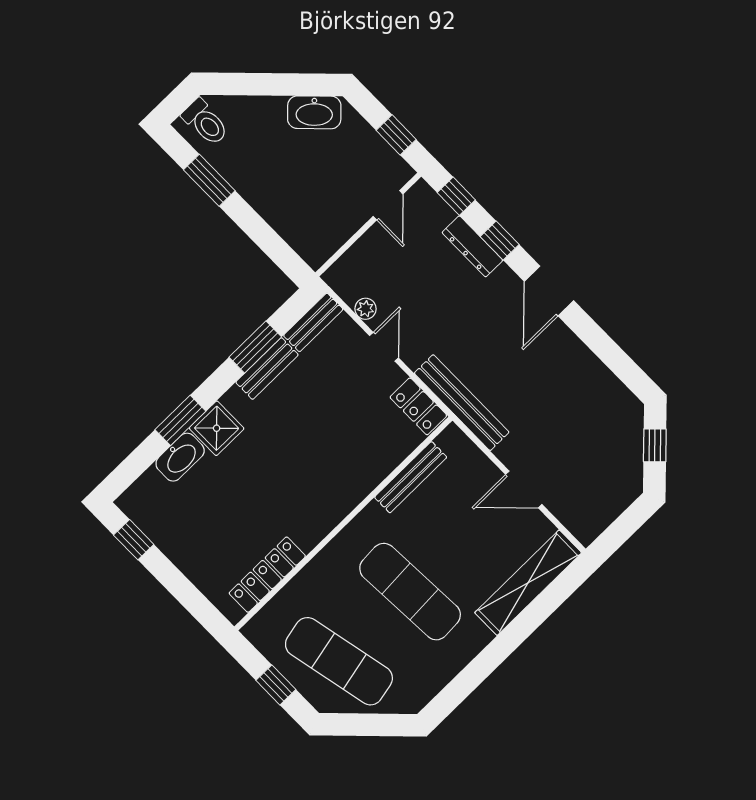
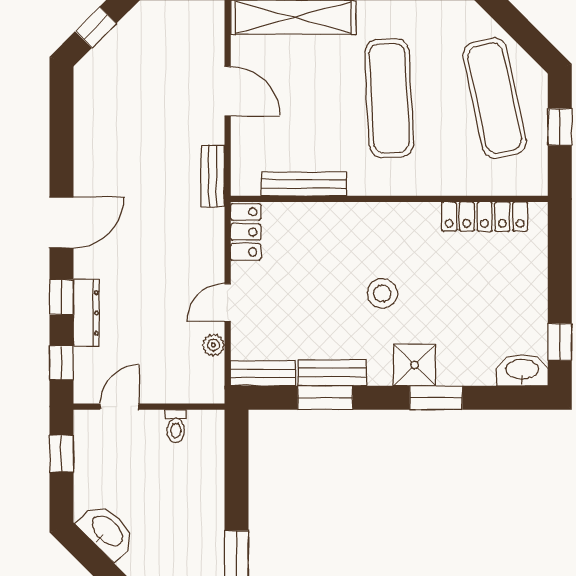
toilet: (337, 229) -> (176, 426), added
bench: (462, 403) -> (213, 176), width x0.54, depth x0.82
stool: (286, 455) -> (382, 293), added
washbasin: (180, 457) -> (522, 370), moved

